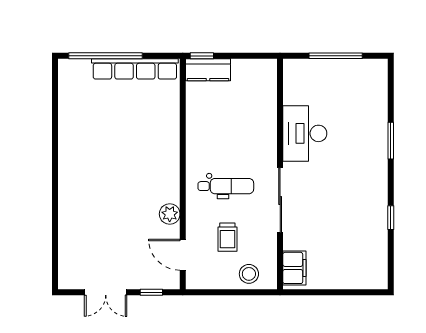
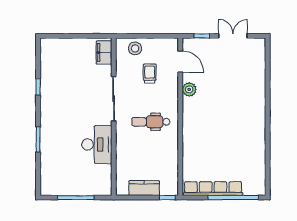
kitchen counter: (208, 70) -> (144, 188), moved
dental chair: (226, 186) -> (151, 122), moved

